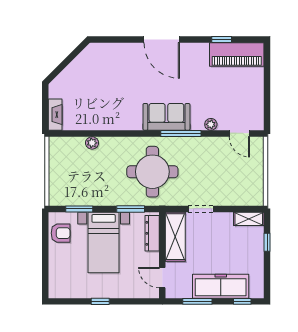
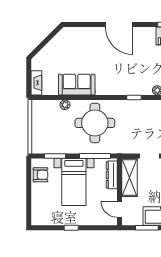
sofa: (166, 117) -> (77, 85), moved
window: (181, 133) -> (134, 97), width x0.46
round table: (152, 172) -> (95, 123), moved
window: (131, 209) -> (95, 156), width x1.44

